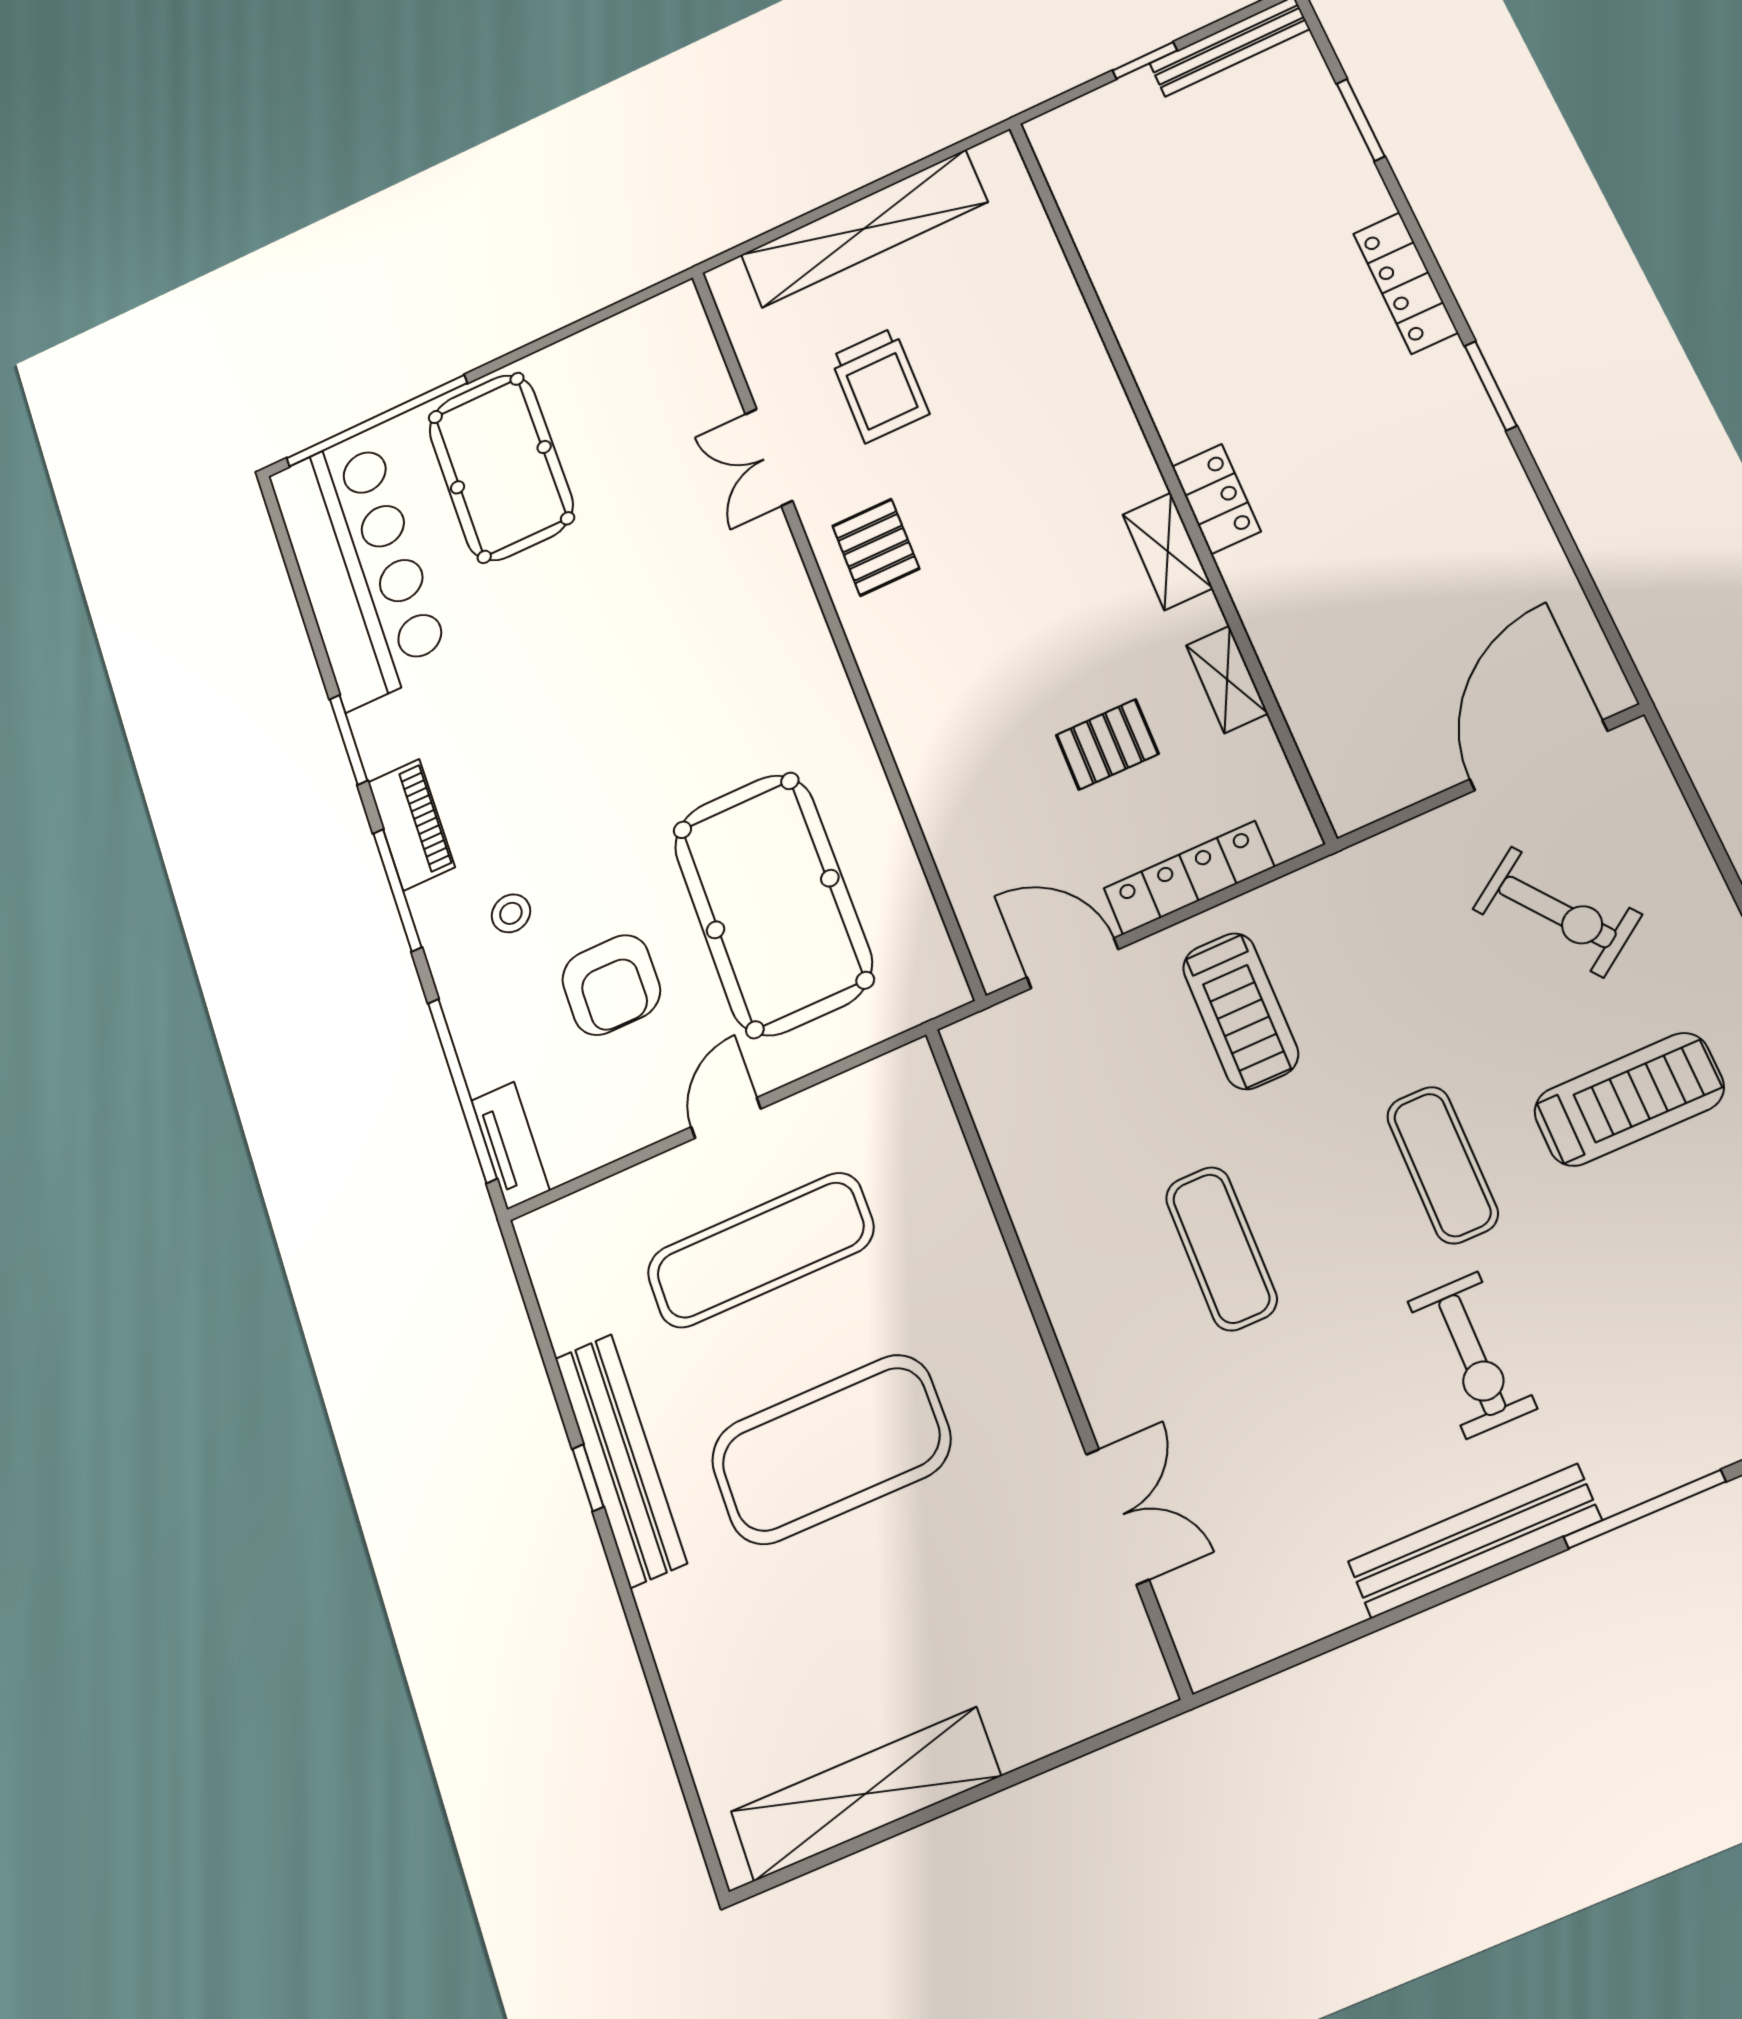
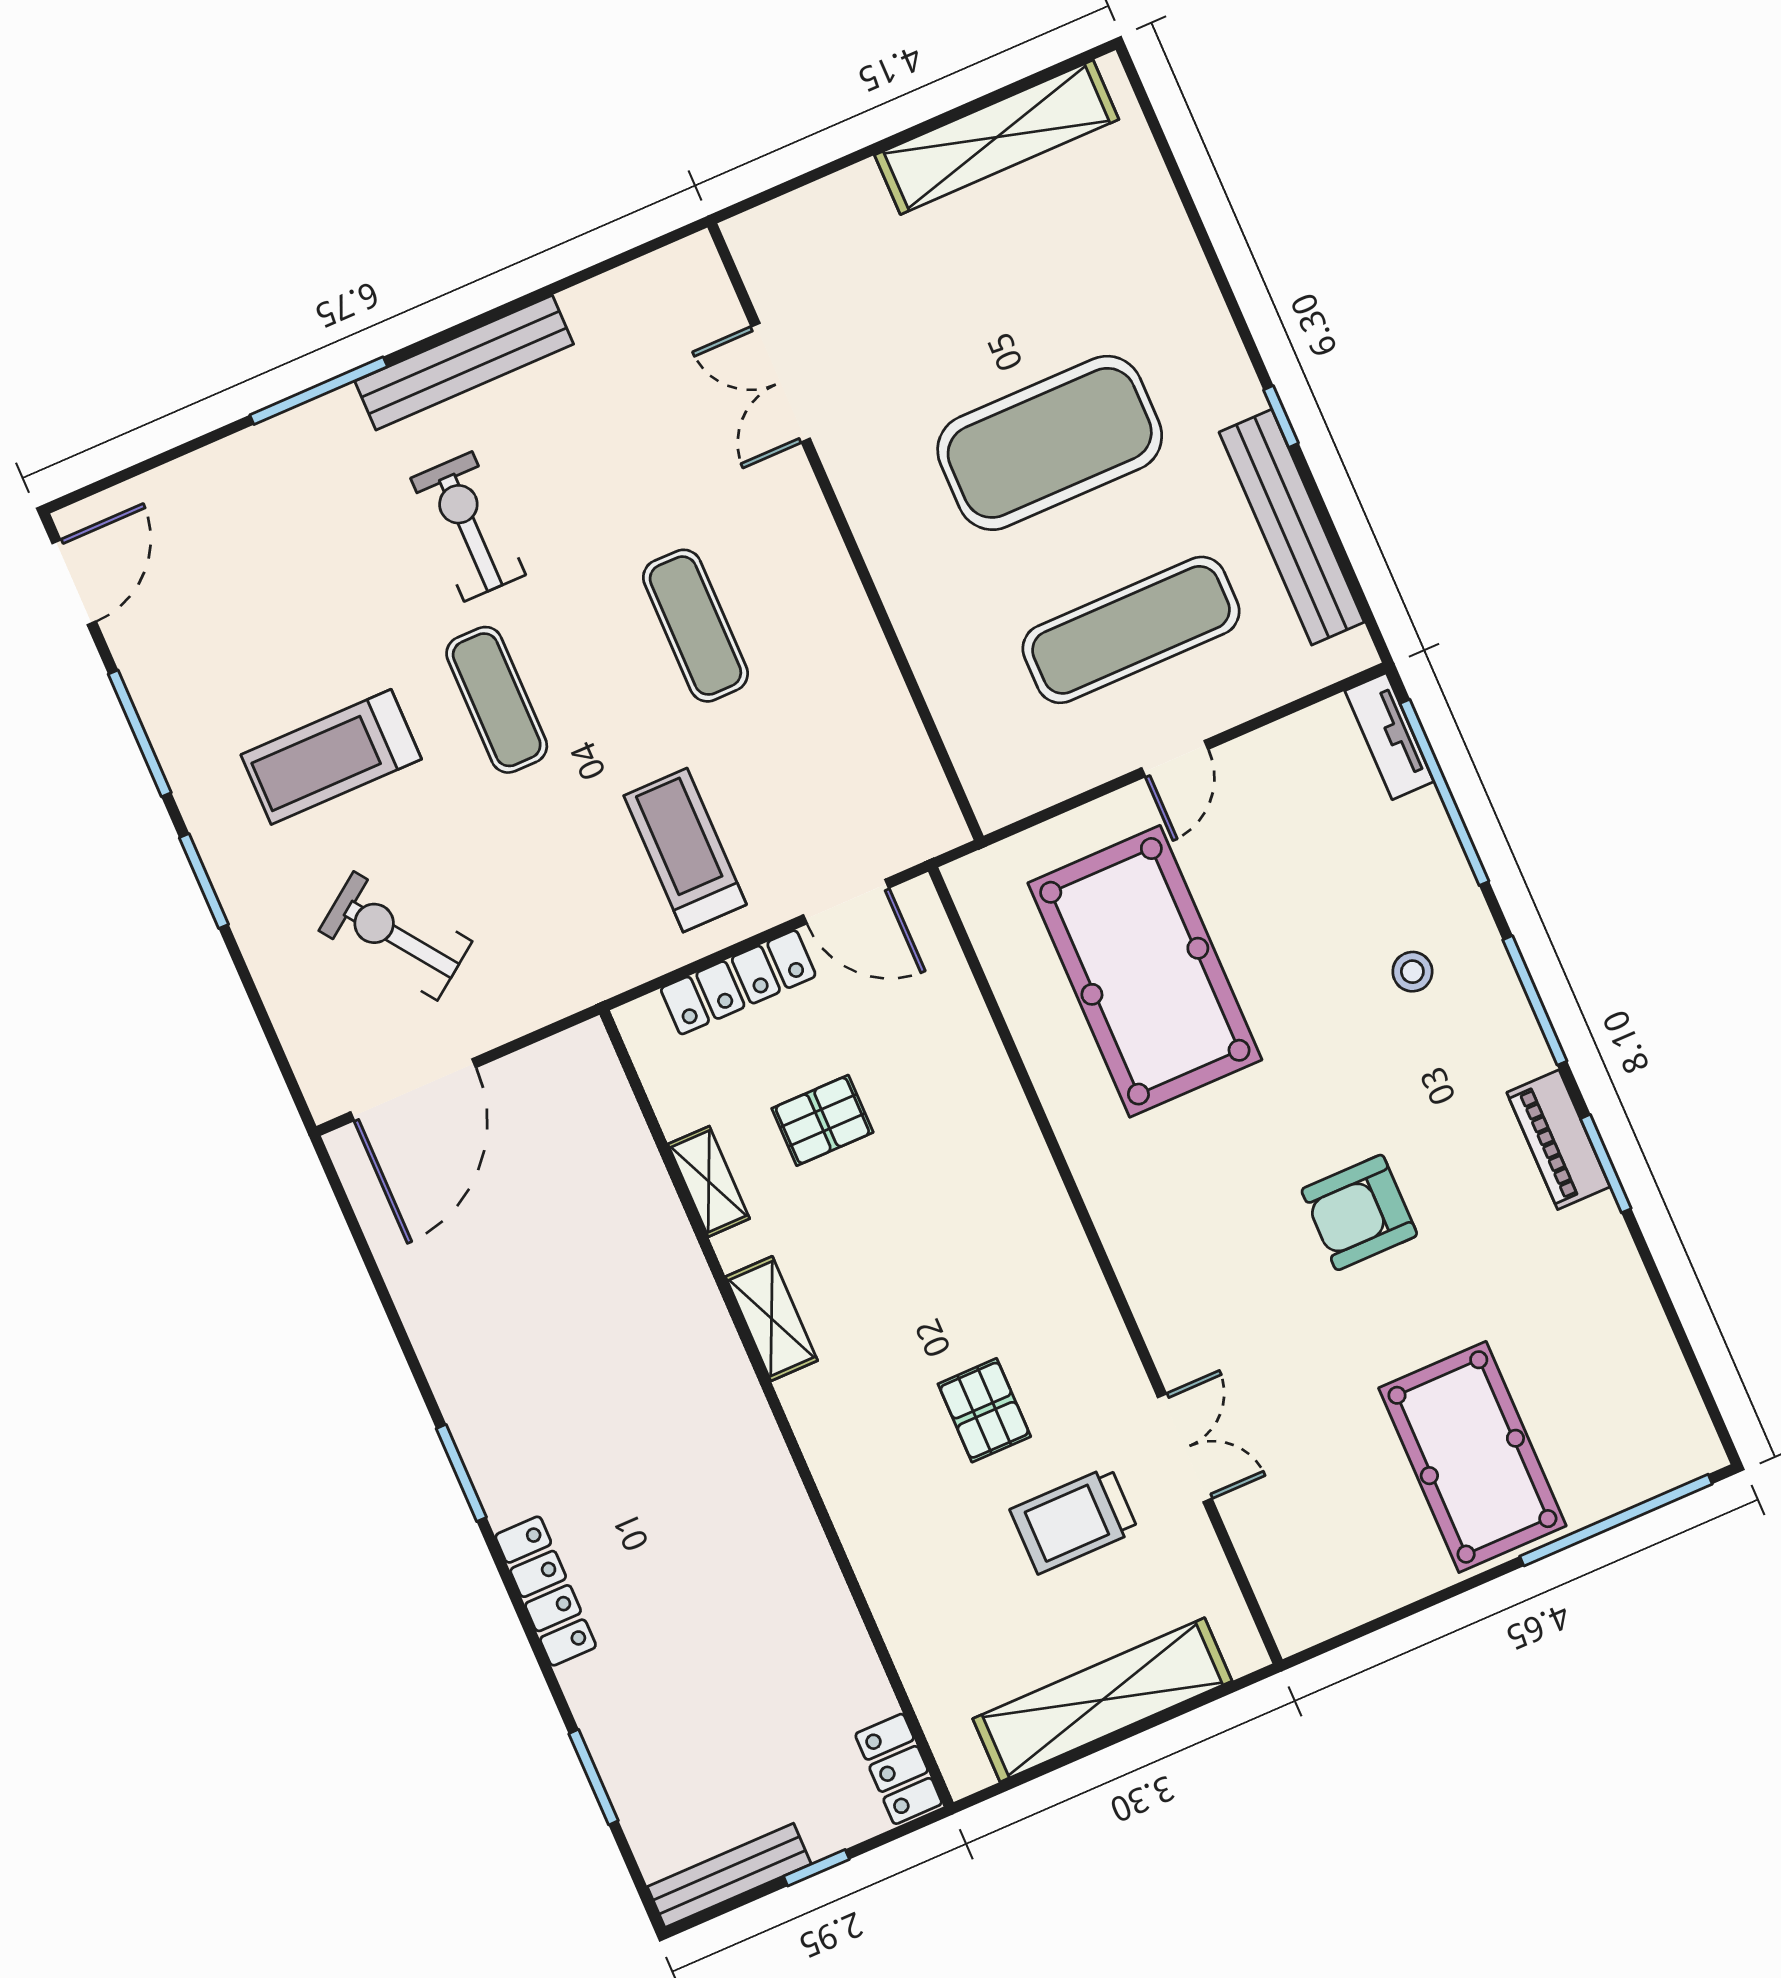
trolley: (880, 385) -> (1074, 1520), turned -90
locker: (1216, 499) -> (899, 1769), moved
pallet: (876, 547) -> (984, 1410), moved
bar counter: (359, 569) -> (1616, 1352), removed
piano: (411, 825) -> (1558, 1140), moved
armchair: (611, 985) -> (1359, 1212), moved, turned -90
bench: (621, 1460) -> (1292, 527), moved

